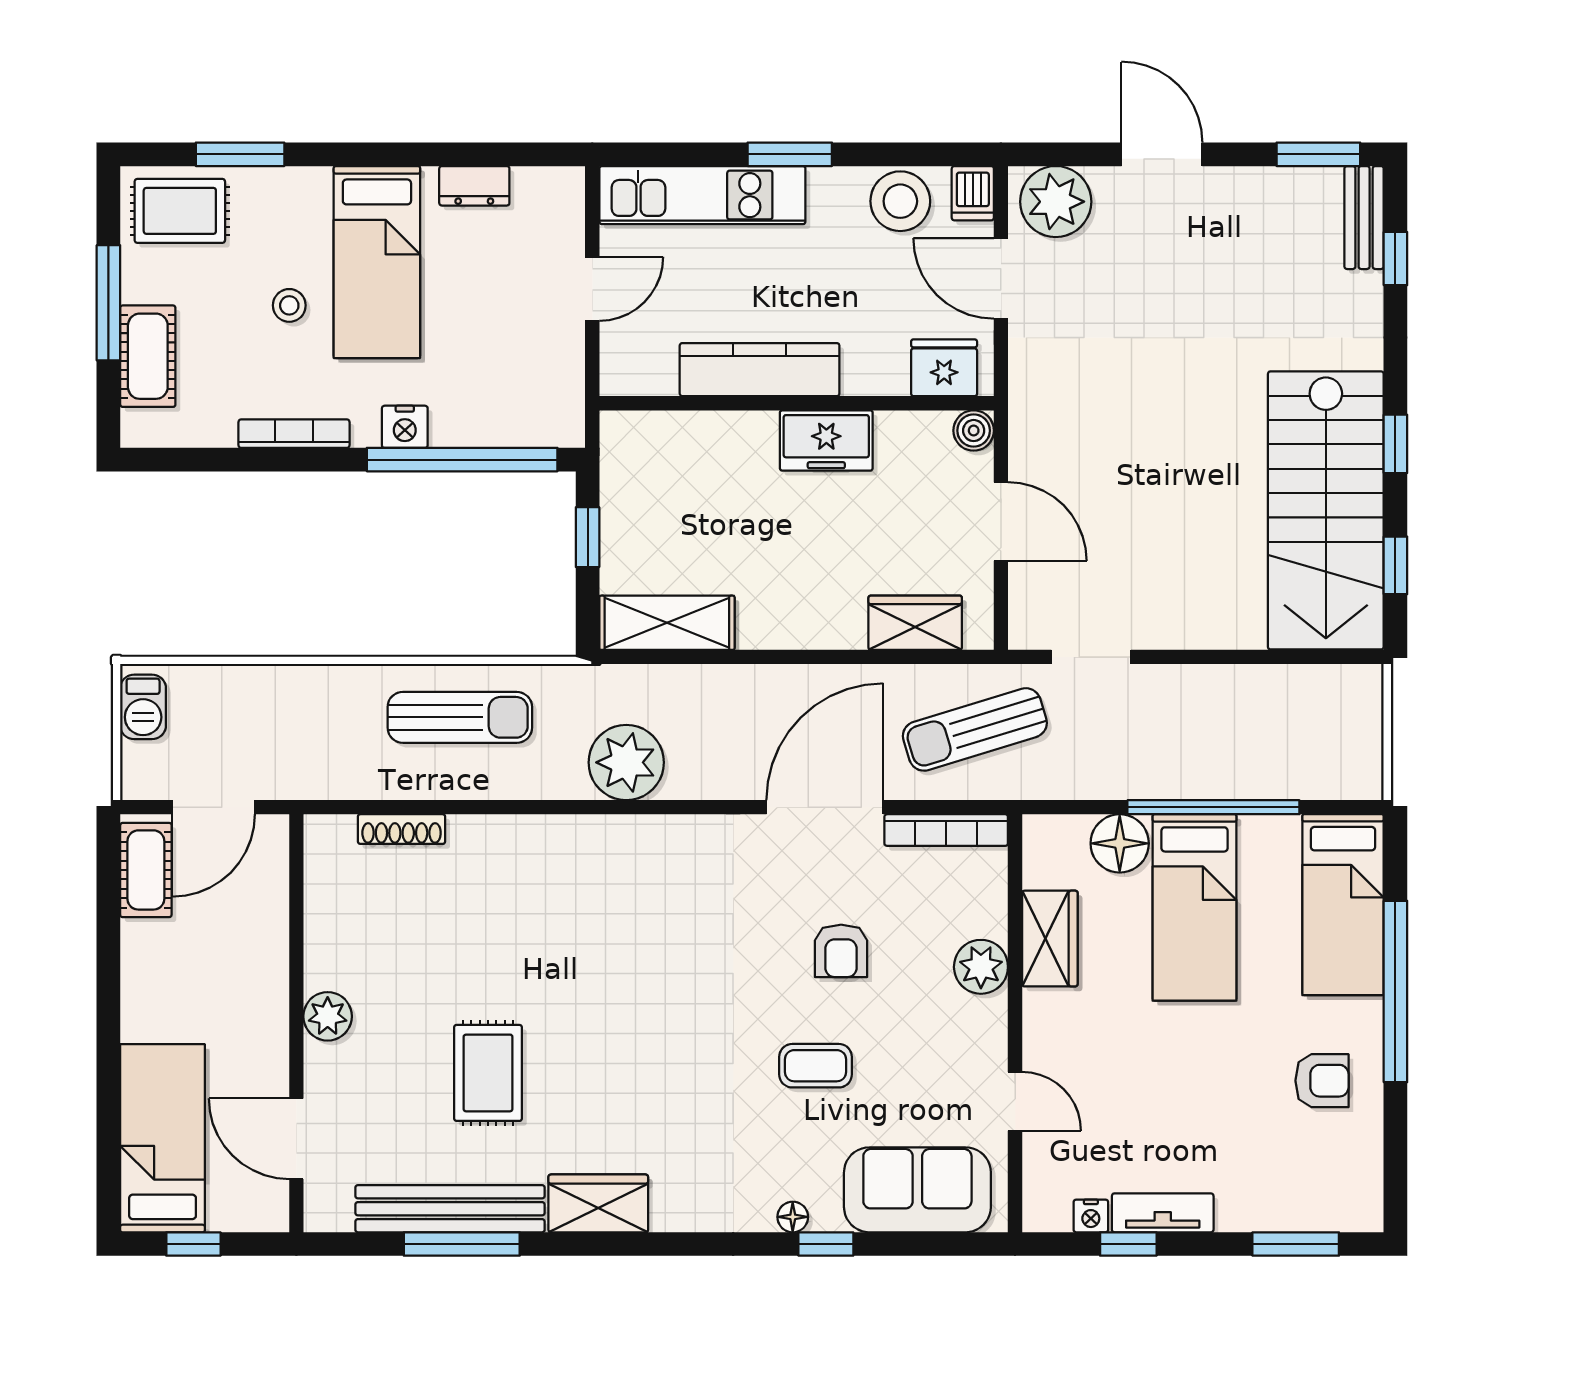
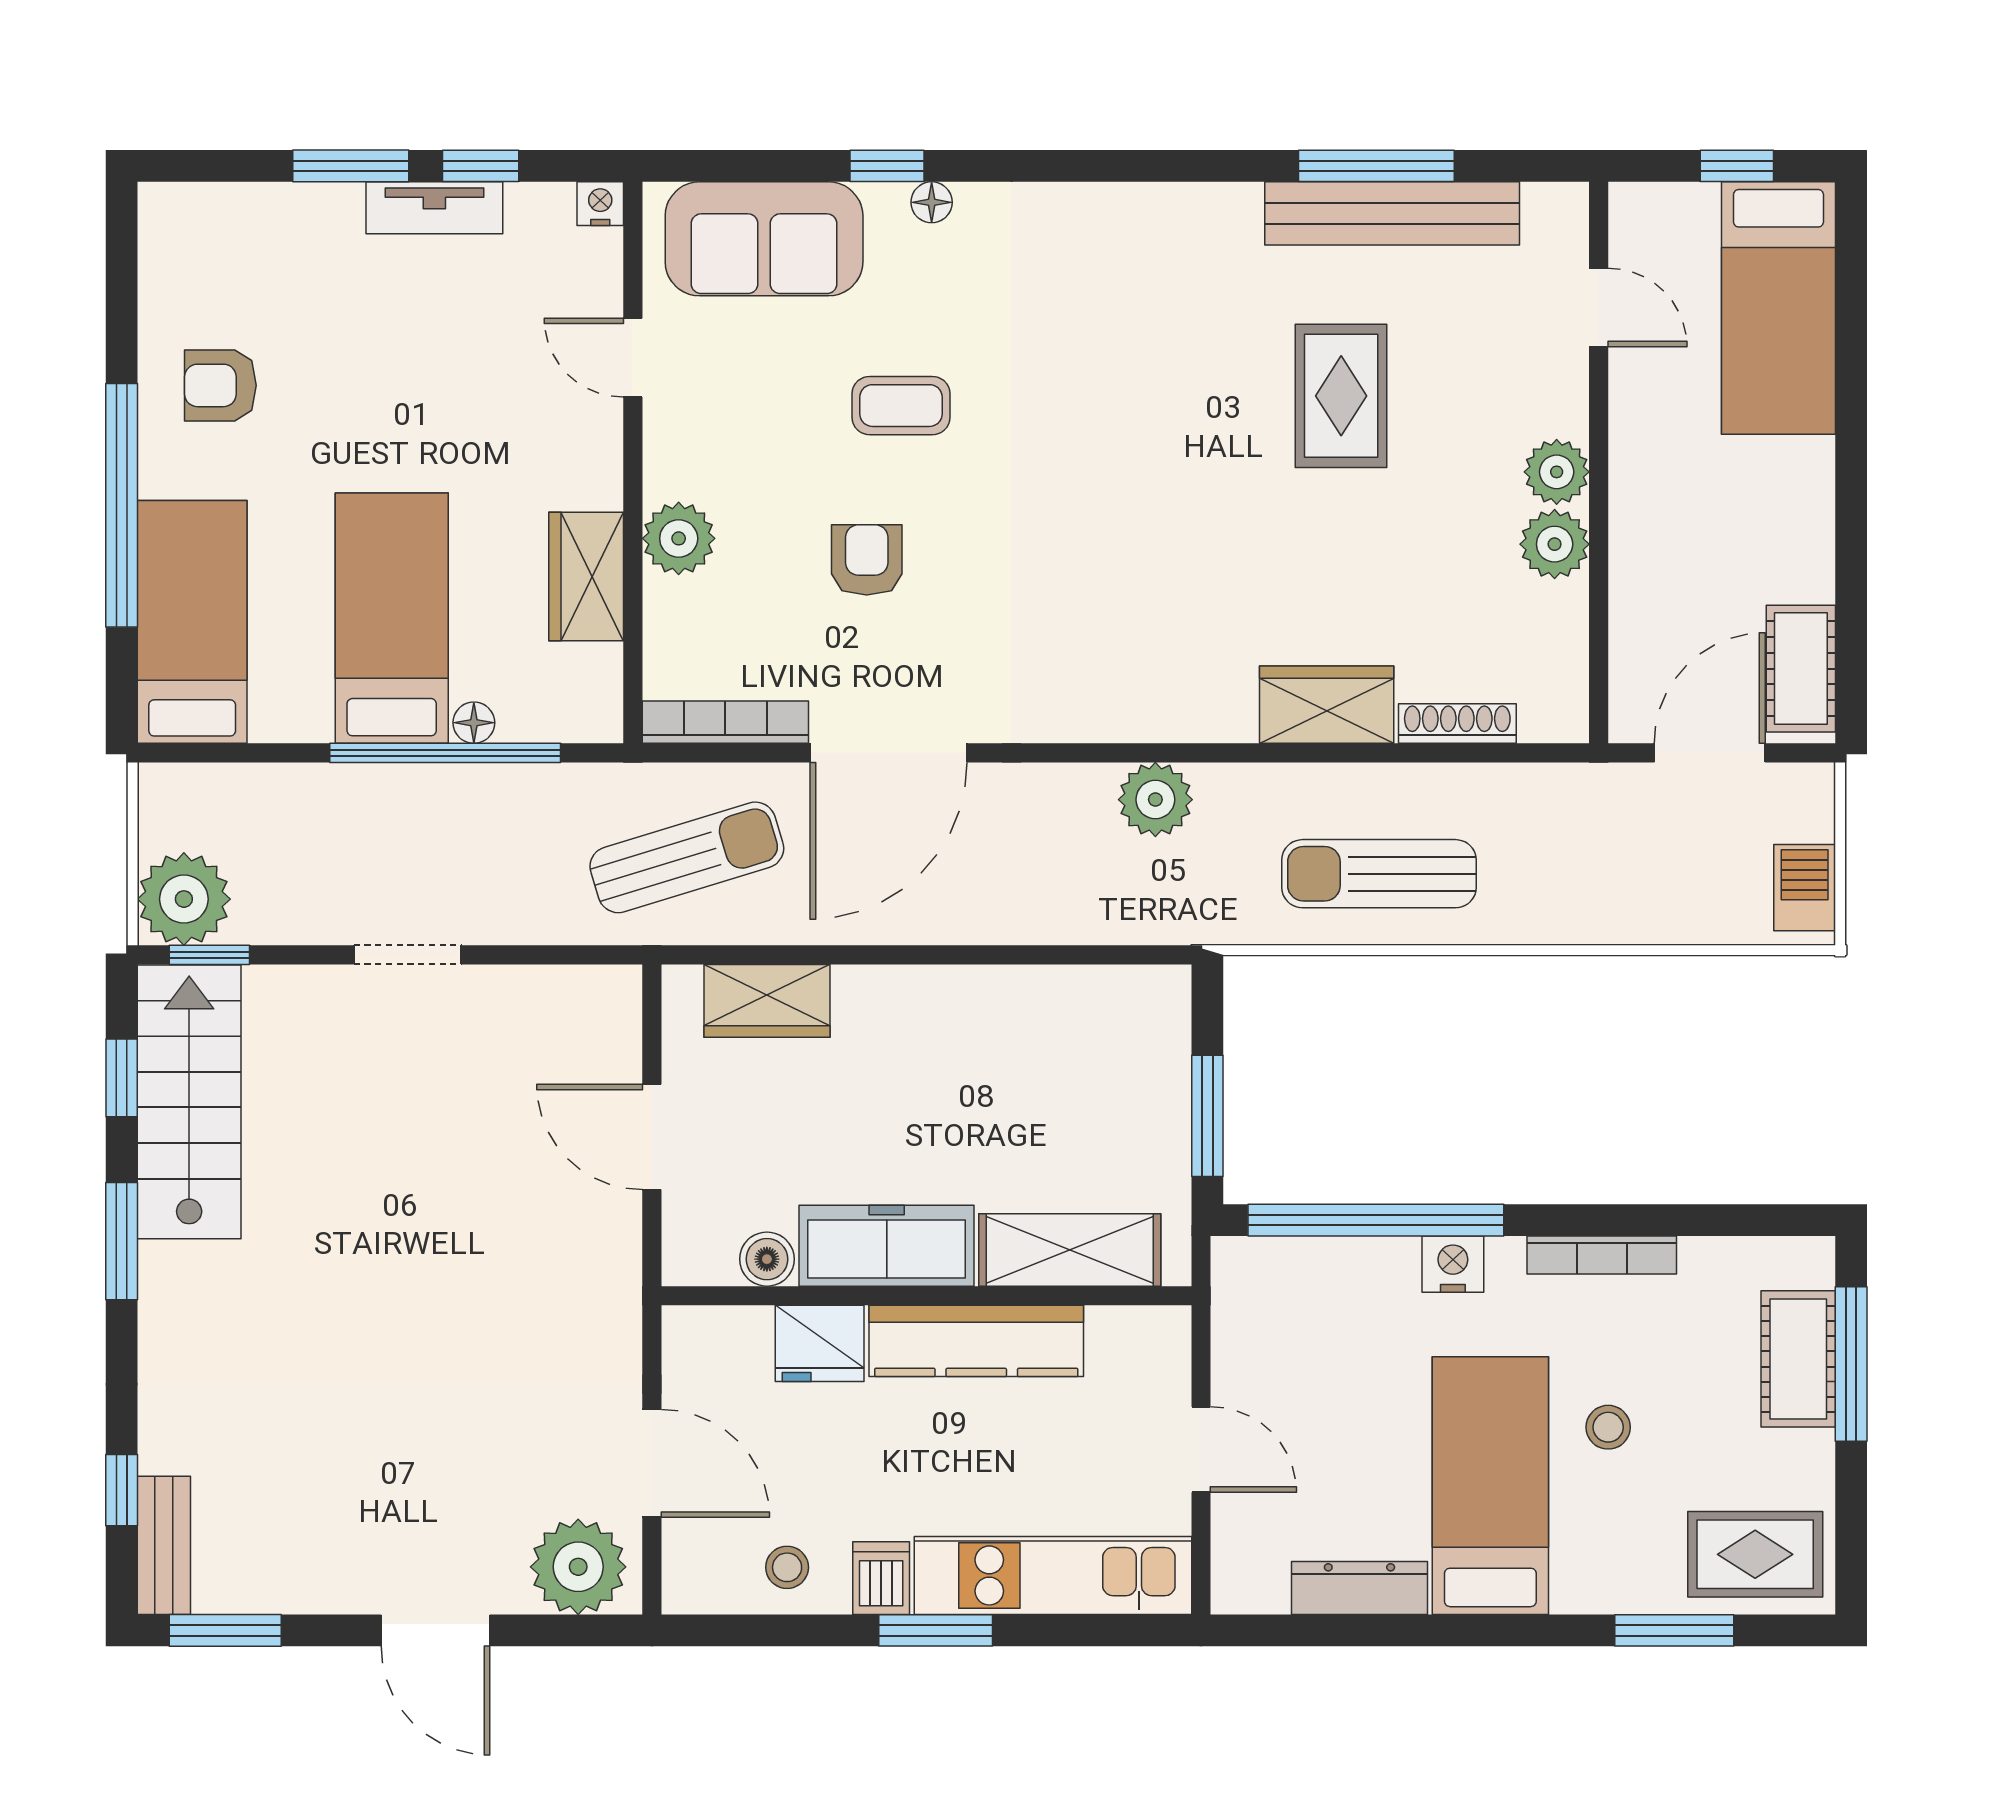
dresser: (474, 186) -> (1359, 1588), width x1.44
dishwasher: (973, 193) -> (881, 1578), moved
stool: (900, 201) -> (787, 1567), width x0.53, depth x0.53
door: (592, 289) -> (1201, 1449), swing flipped
window: (108, 303) -> (1851, 1364), moved
fridge: (944, 368) -> (820, 1343), moved
boiler: (974, 431) -> (767, 1259), moved
freezer: (826, 440) -> (887, 1246), width x1.40
window: (1395, 444) -> (122, 1241), width x1.50
stairs: (1326, 510) -> (189, 1102), width x0.73, depth x0.66
window: (588, 537) -> (1207, 1116), width x1.50
shelving: (667, 623) -> (1070, 1250), moved
doorway: (1091, 657) -> (407, 955), moved
window: (1330, 657) -> (209, 955), added
plant: (1349, 698) -> (184, 899), added
plant: (626, 762) -> (1155, 800), width x0.73, depth x0.73
window: (1213, 807) -> (445, 753), moved
floor lamp: (1120, 843) -> (474, 723), width x0.53, depth x0.53
plant: (329, 963) -> (1555, 544), added
door: (296, 1139) -> (1599, 307), width x0.73
wardrobe: (598, 1203) -> (1327, 705), moved, turned 180
nightstand: (1091, 1216) -> (600, 204), moved
window: (1296, 1244) -> (351, 166), moved

